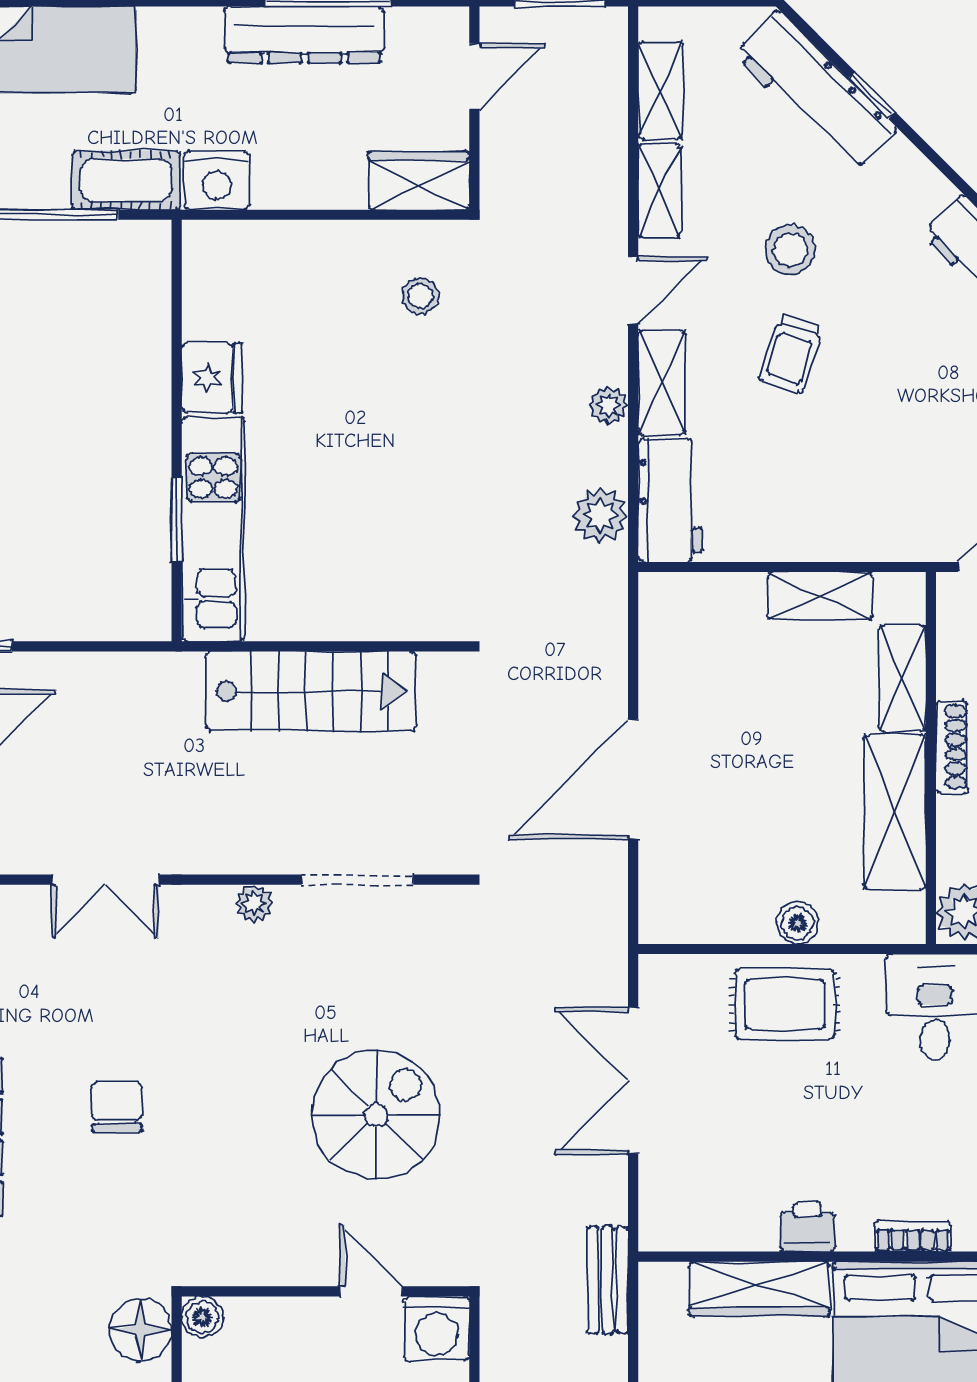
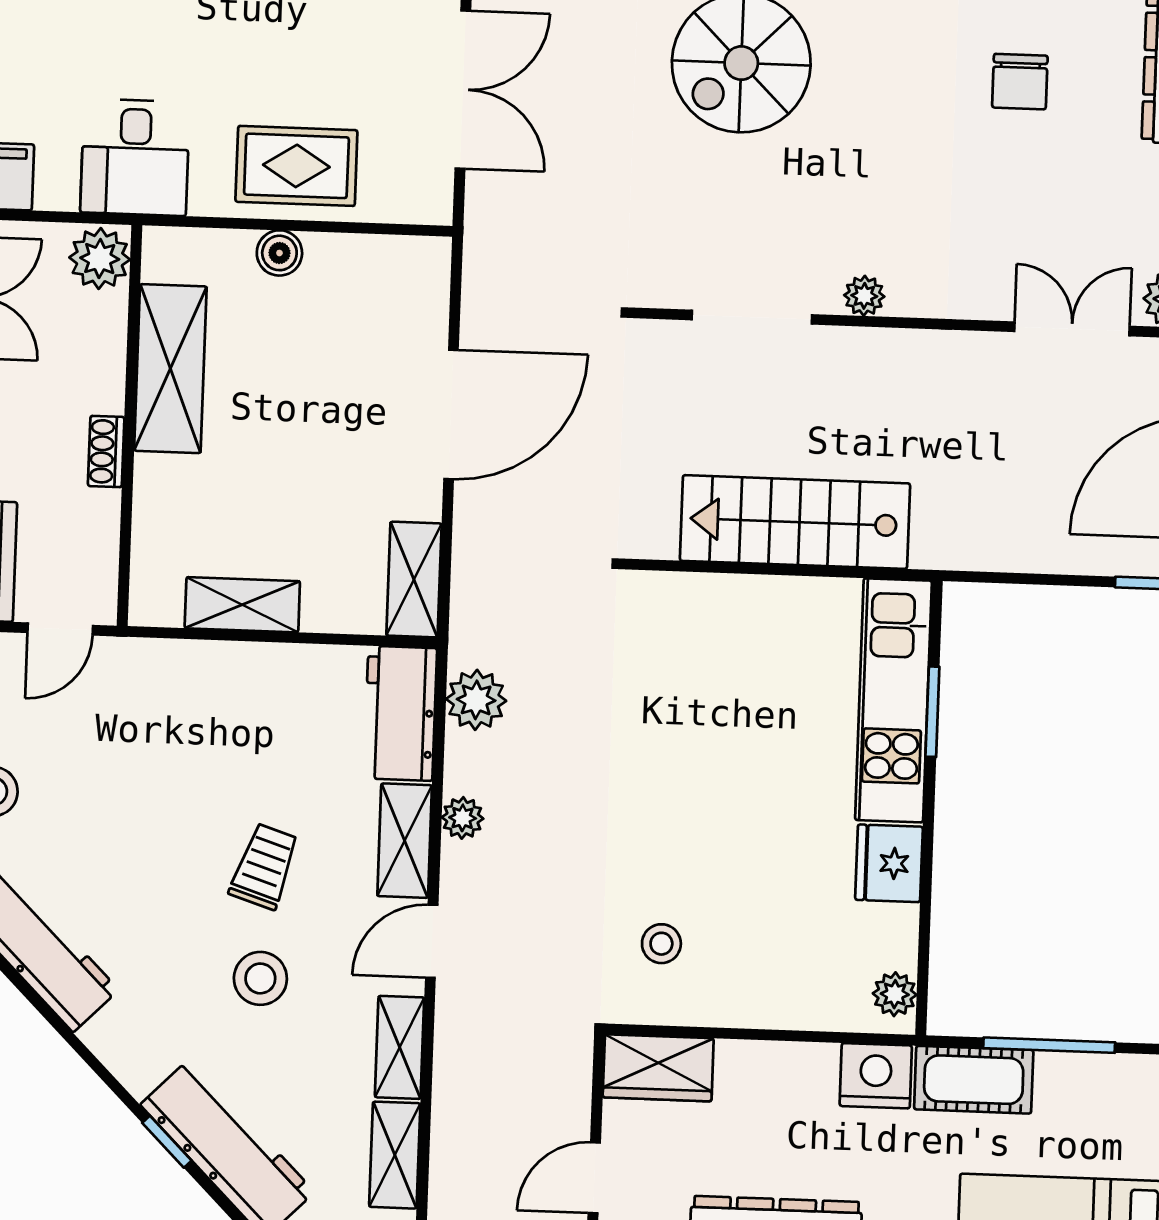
plant: (202, 257) -> (895, 994), added
shelving: (902, 678) -> (414, 580), moved
shoe rack: (952, 747) -> (106, 451), width x0.70
double door: (105, 880) -> (1072, 329), moved

